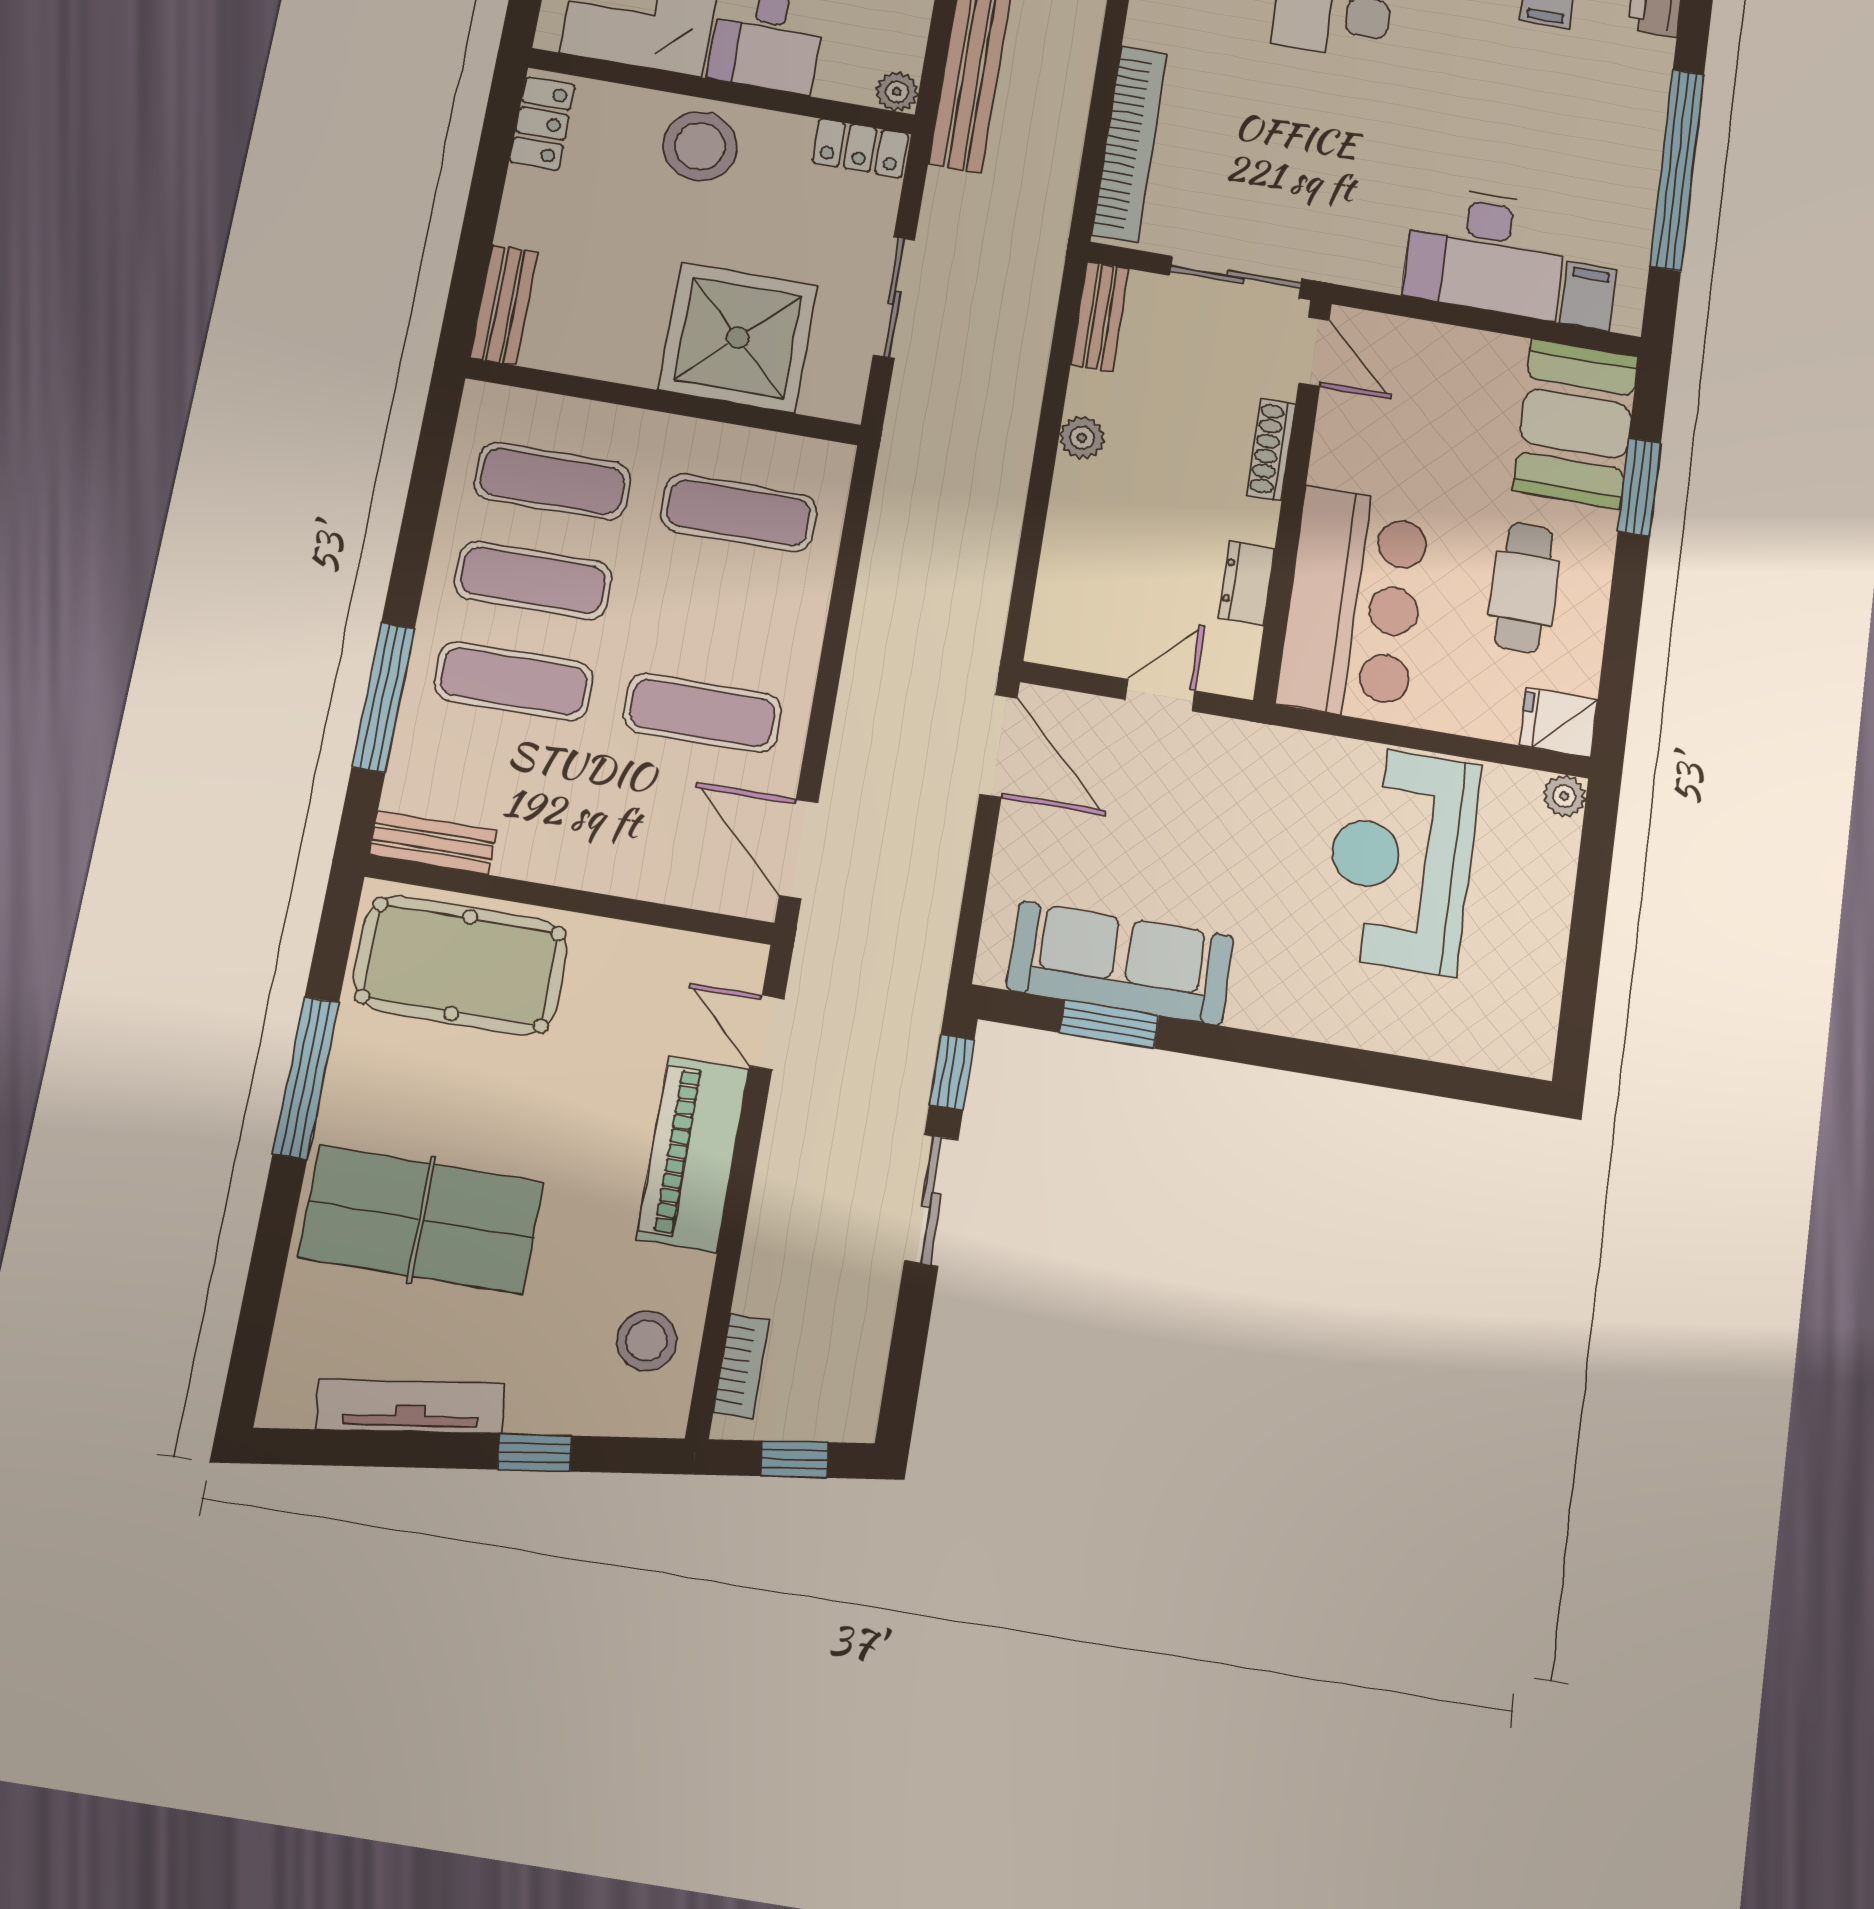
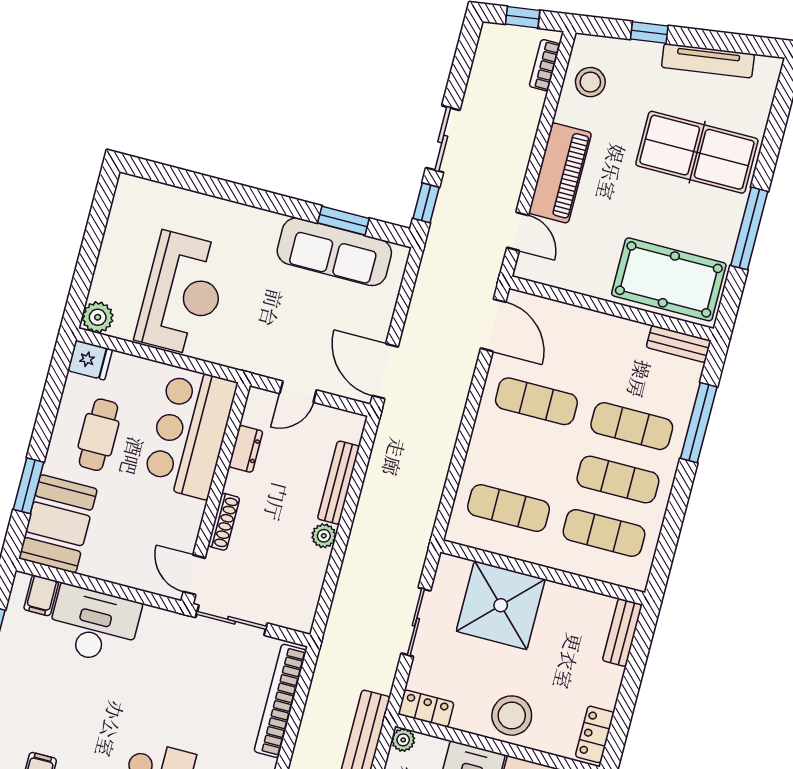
bench: (1100, 317) -> (338, 483), moved, width x1.36
plant: (1564, 796) -> (98, 317), width x1.38, depth x1.38

